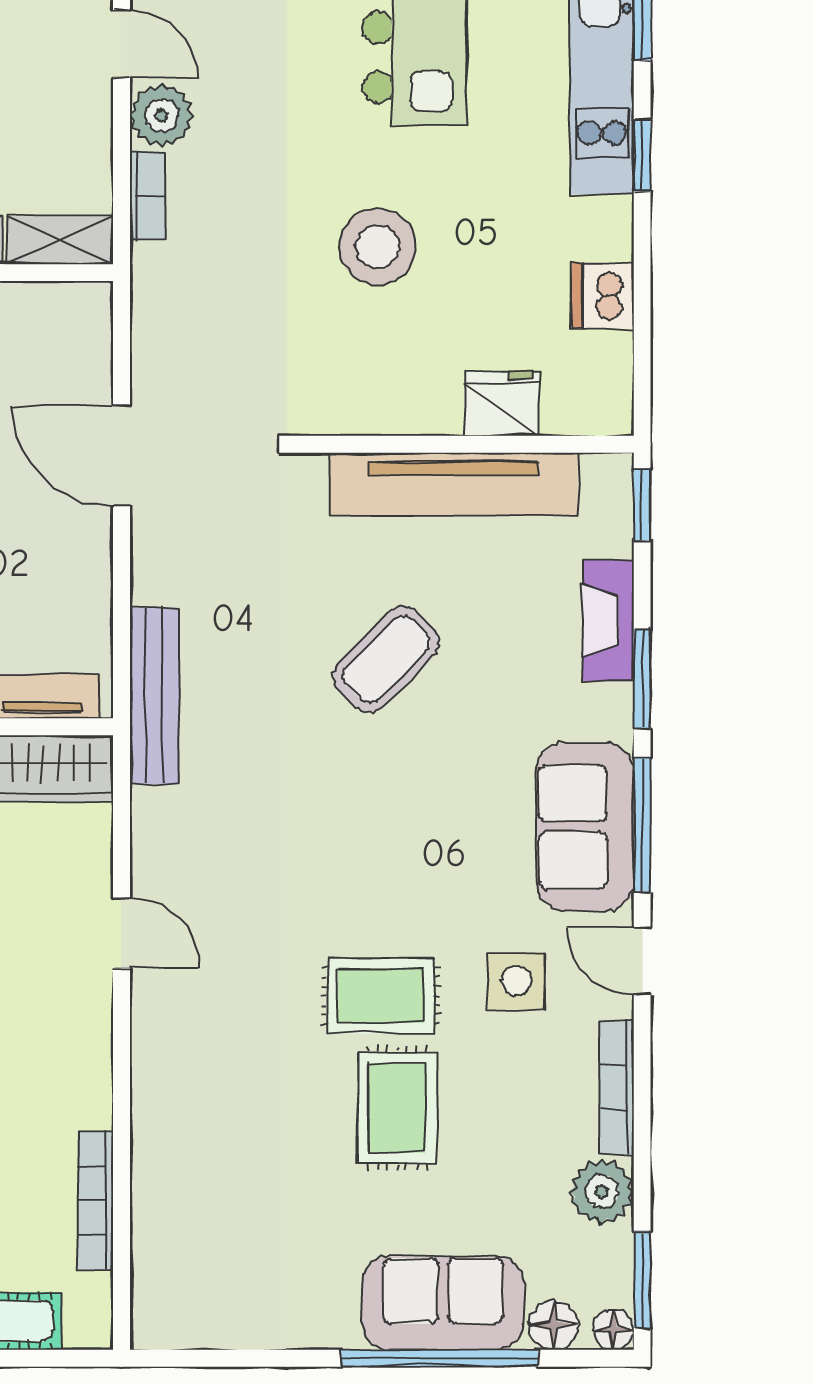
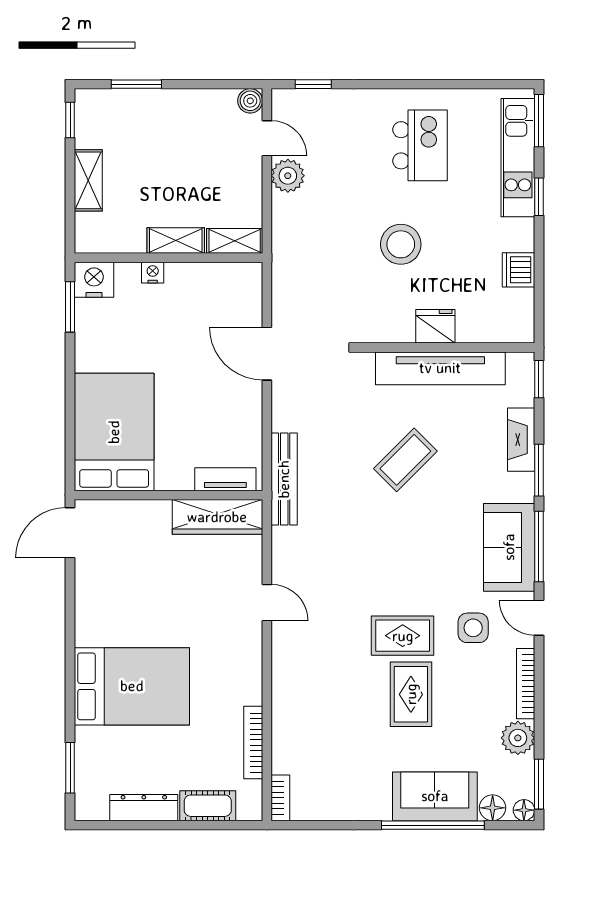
bookcase: (147, 196) -> (280, 798), moved
fridge: (501, 404) -> (435, 326), moved

